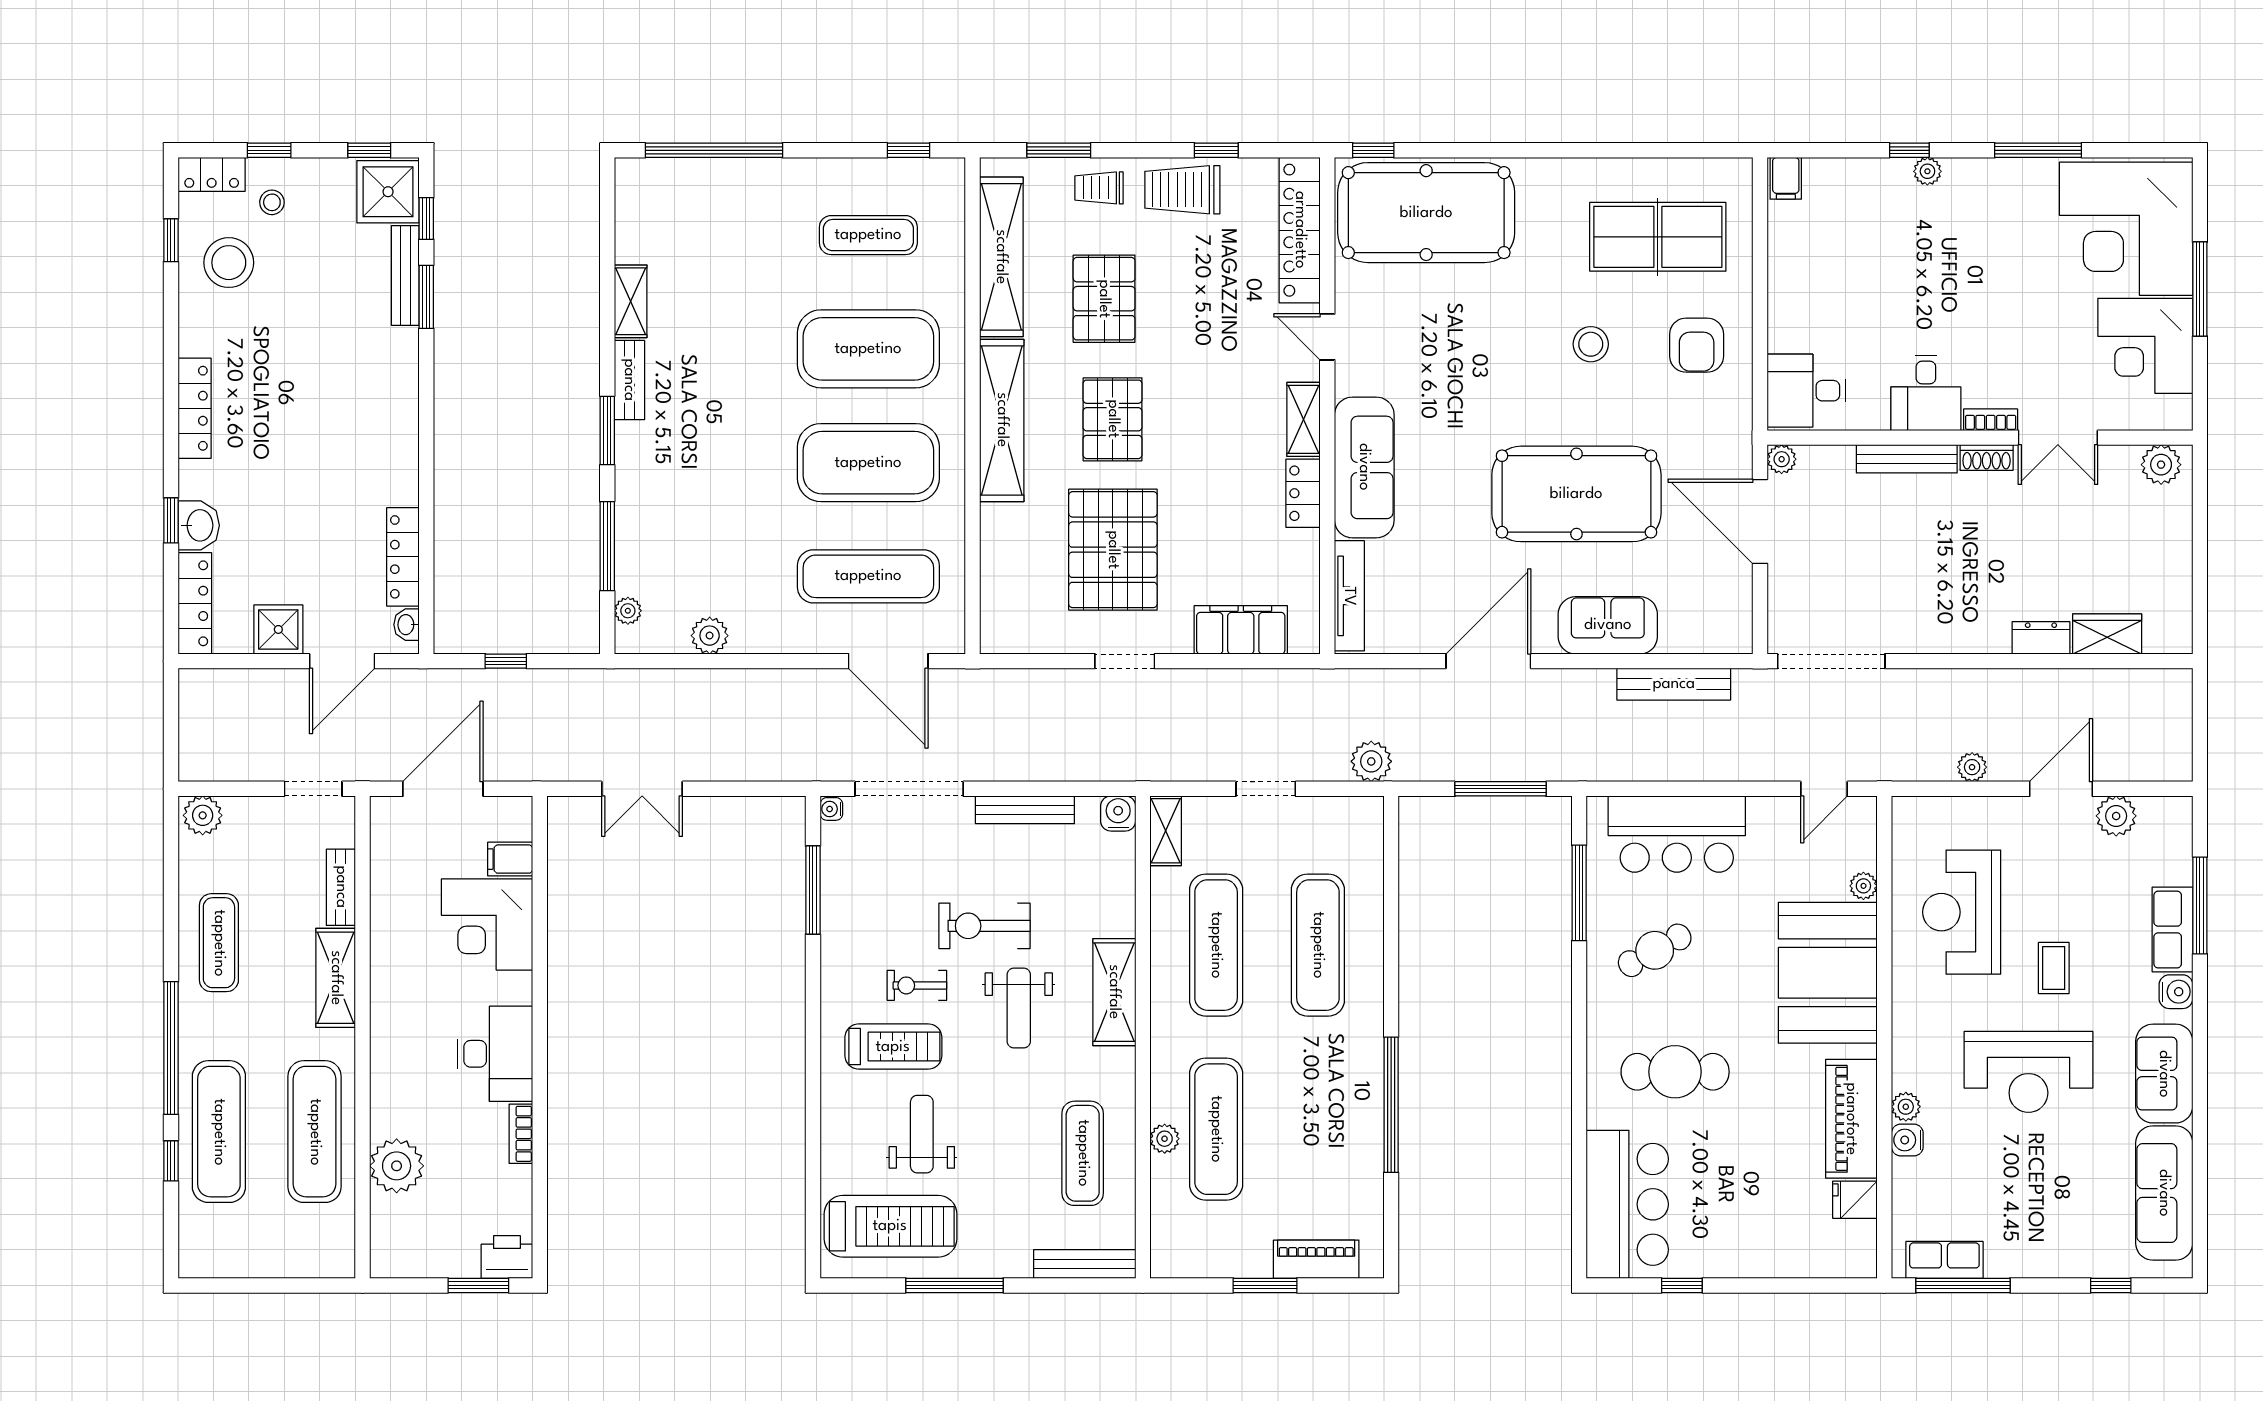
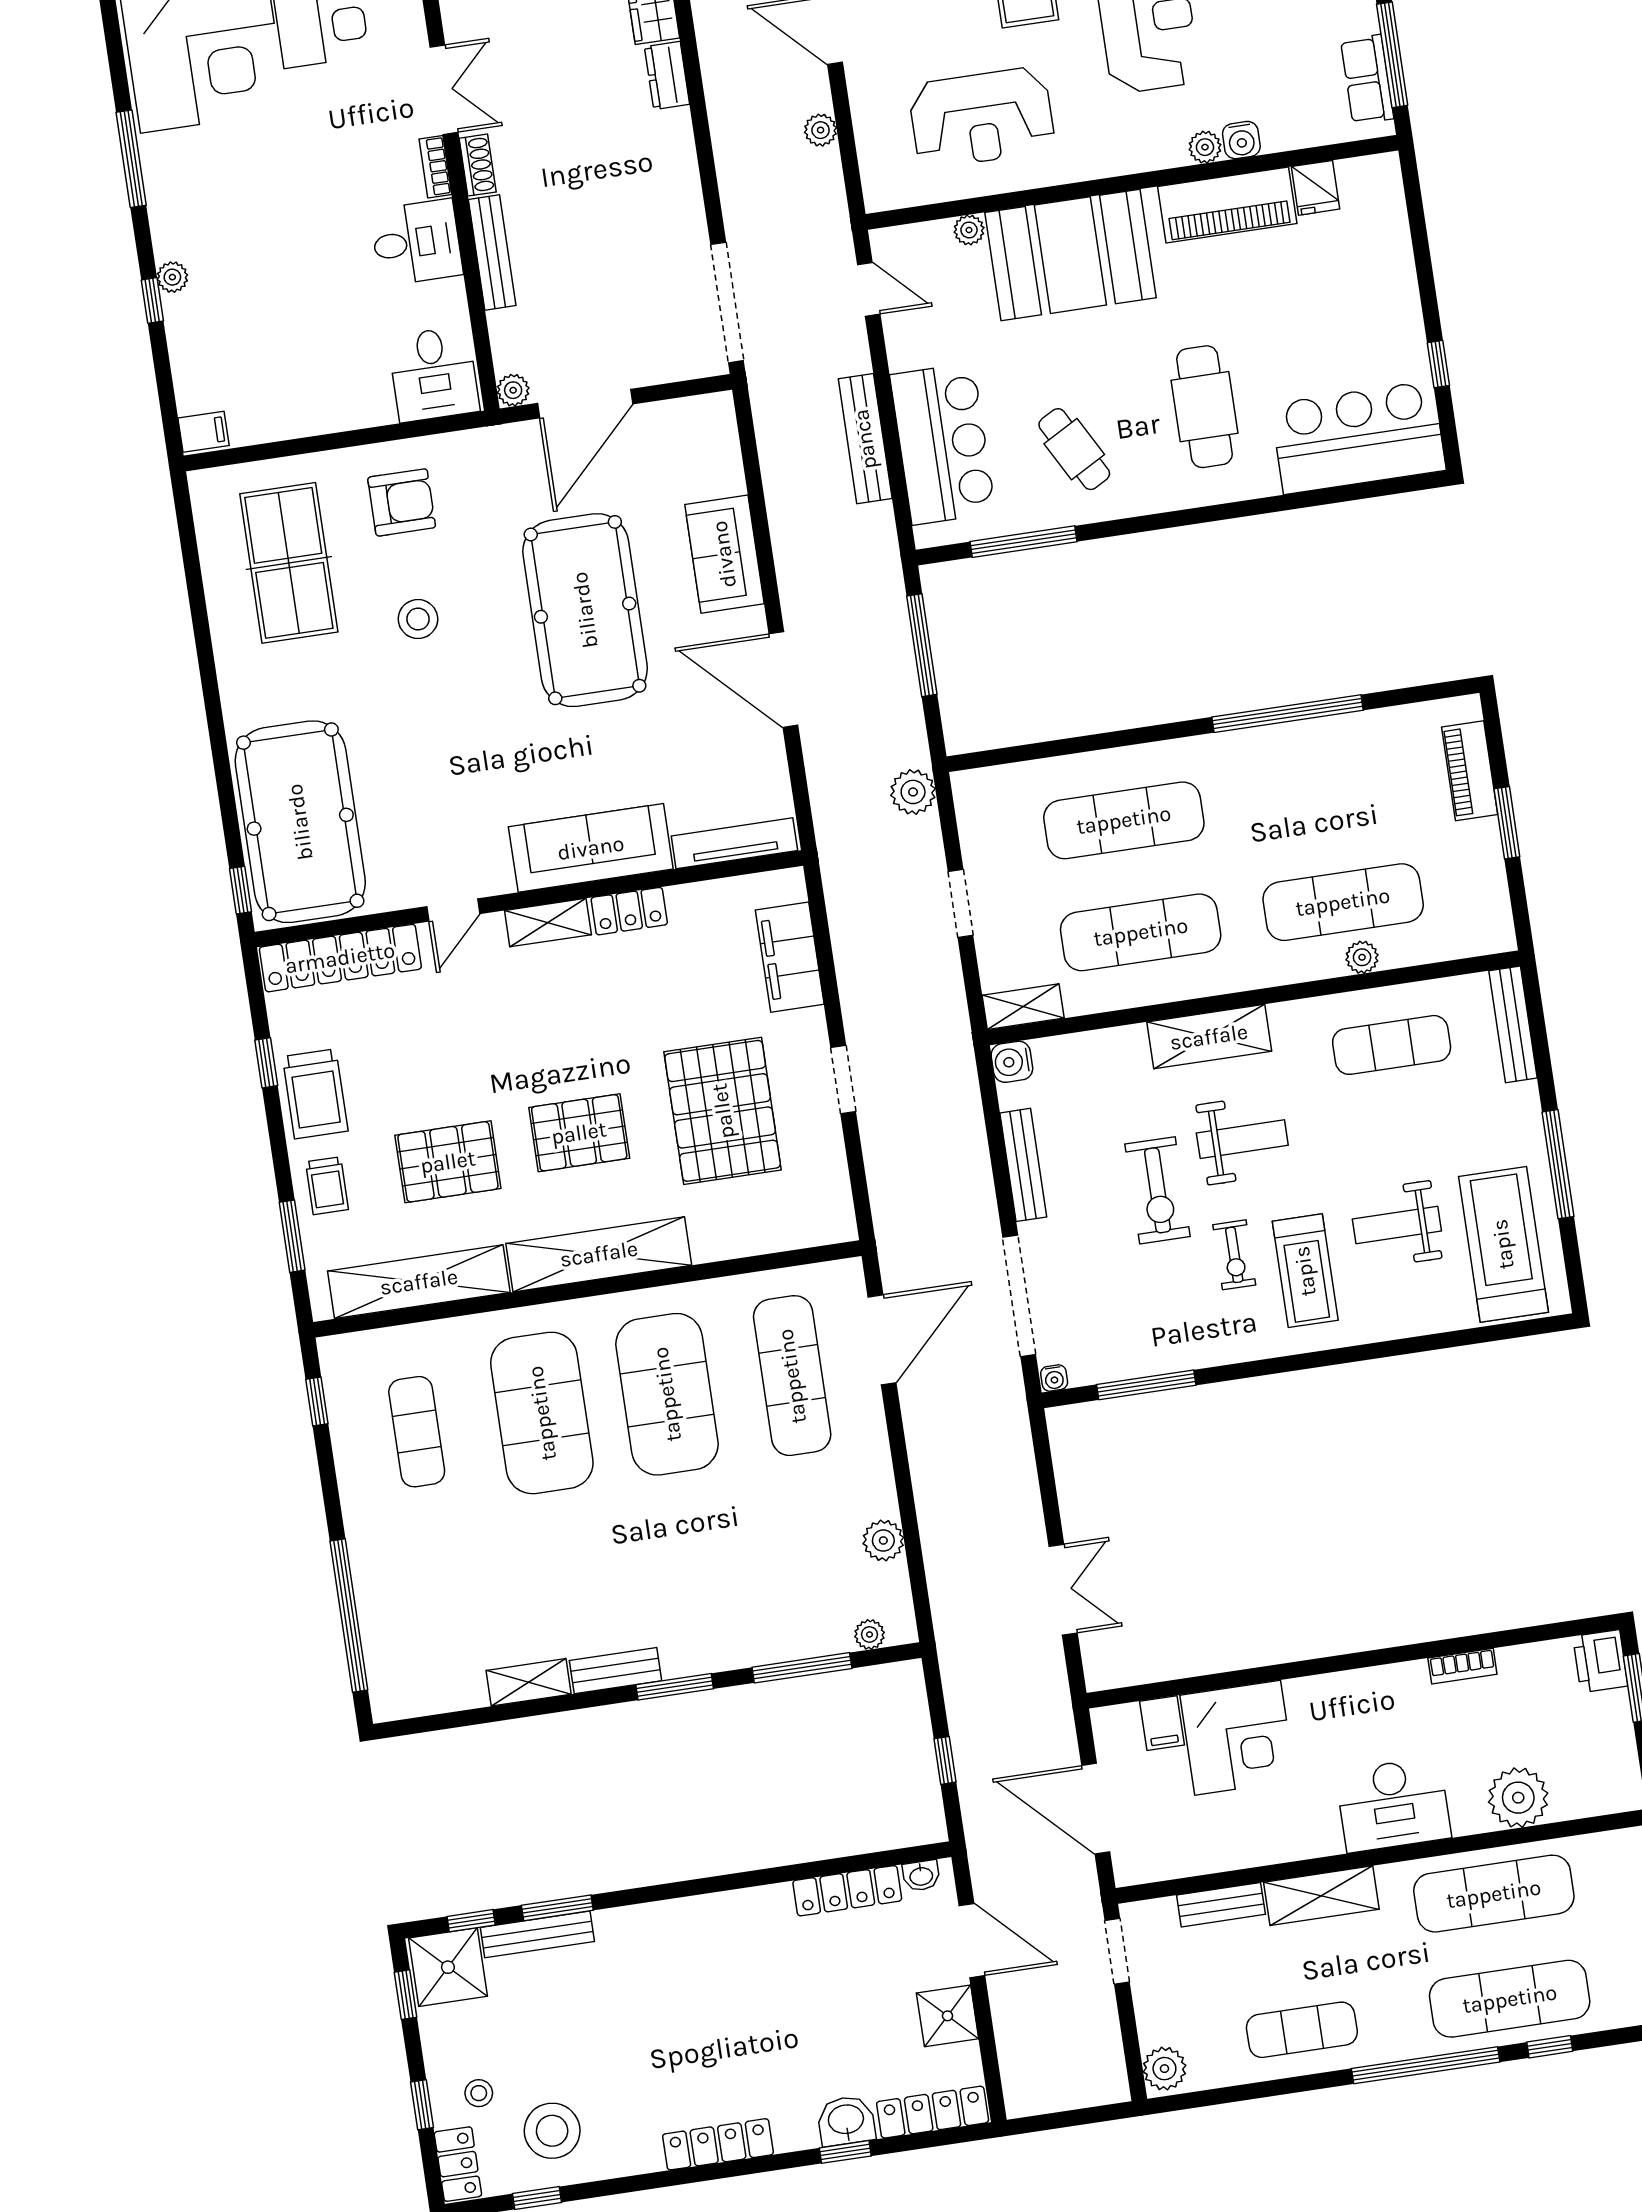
pallet: (1113, 550) -> (723, 1111), turned 90
bench: (1674, 684) -> (865, 439), moved
treadmill: (893, 1047) -> (1305, 1271), turned 180
desk: (495, 1054) -> (1393, 1805), moved, turned 180

